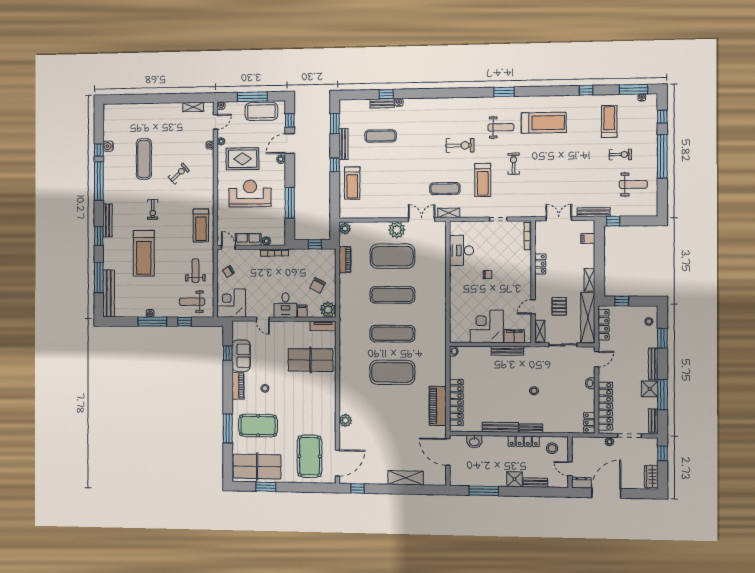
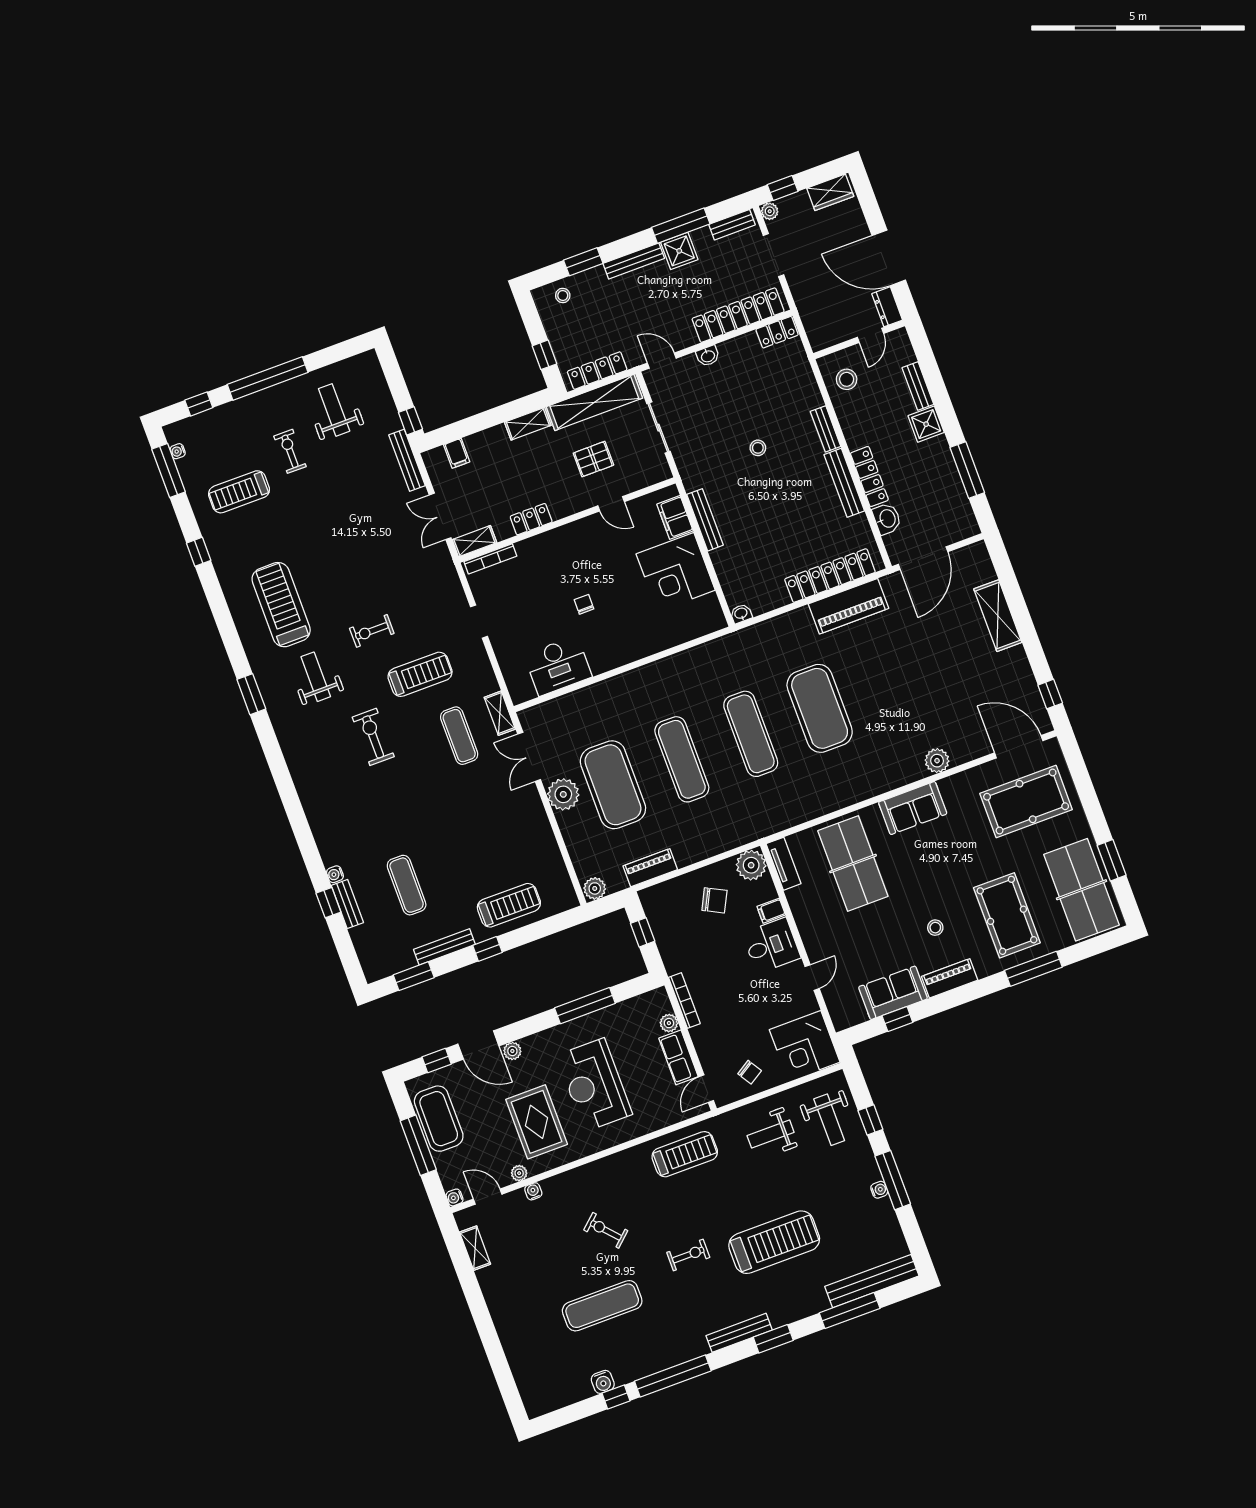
shelving: (540, 331) -> (474, 541), moved
sofa: (327, 400) -> (913, 808), added
locker: (524, 441) -> (869, 477), moved
plant: (609, 442) -> (770, 211), moved

